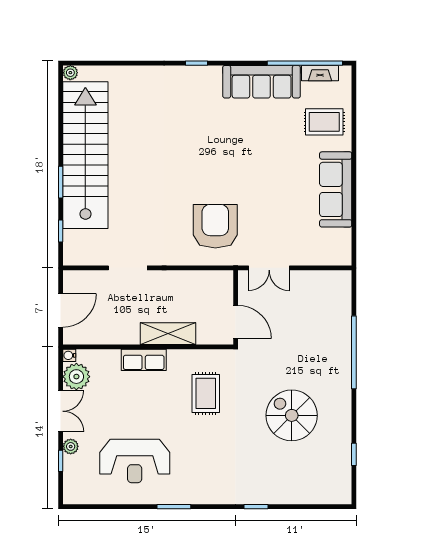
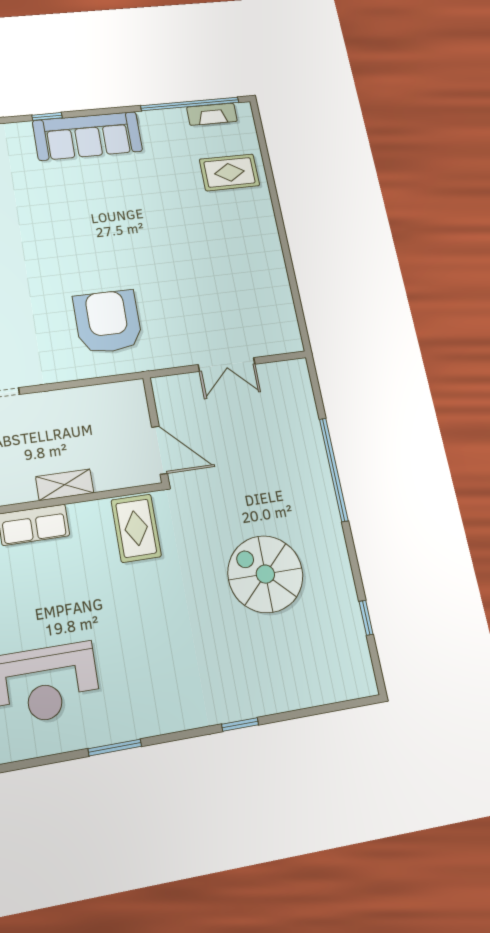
sofa: (262, 82) -> (88, 136), moved
sofa: (336, 189) -> (262, 255), removed
double door: (269, 268) -> (227, 364), moved
shelving: (168, 334) -> (65, 485), width x0.67, depth x0.75
rug: (206, 393) -> (136, 528), moved

